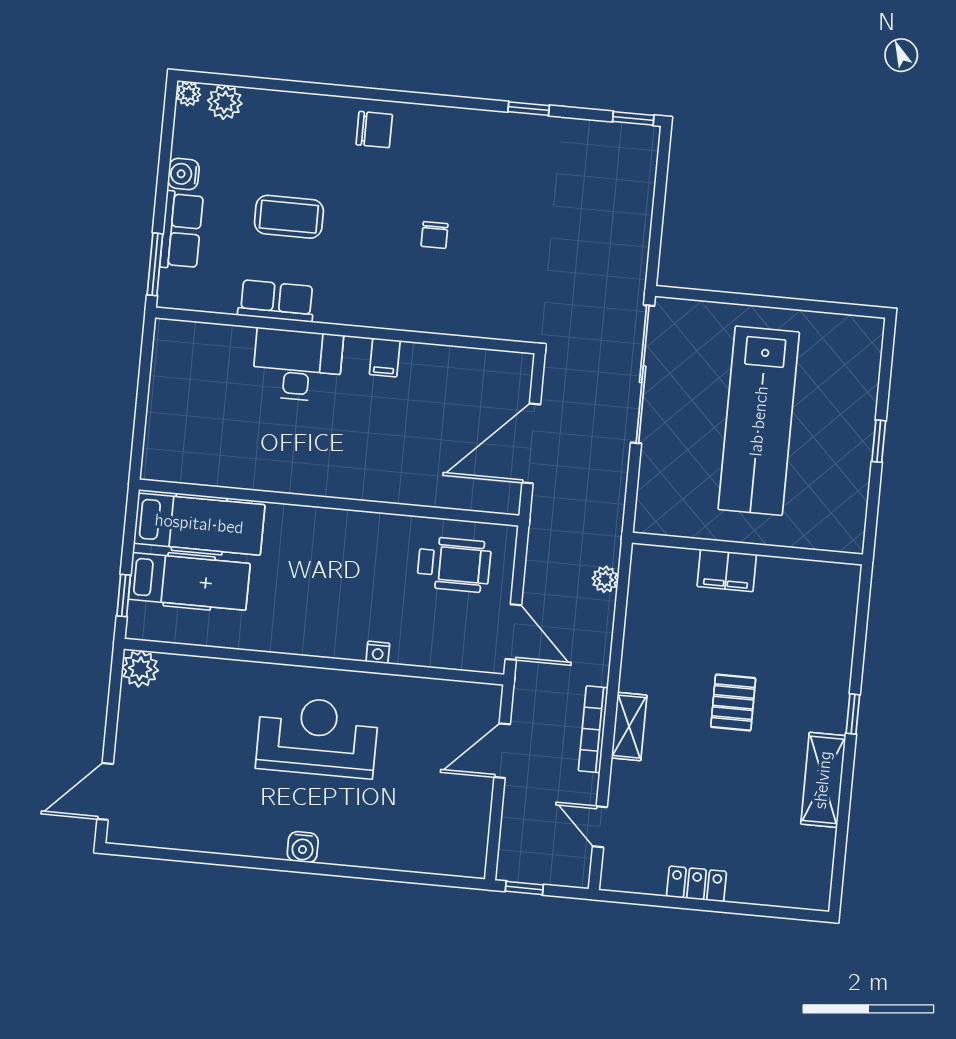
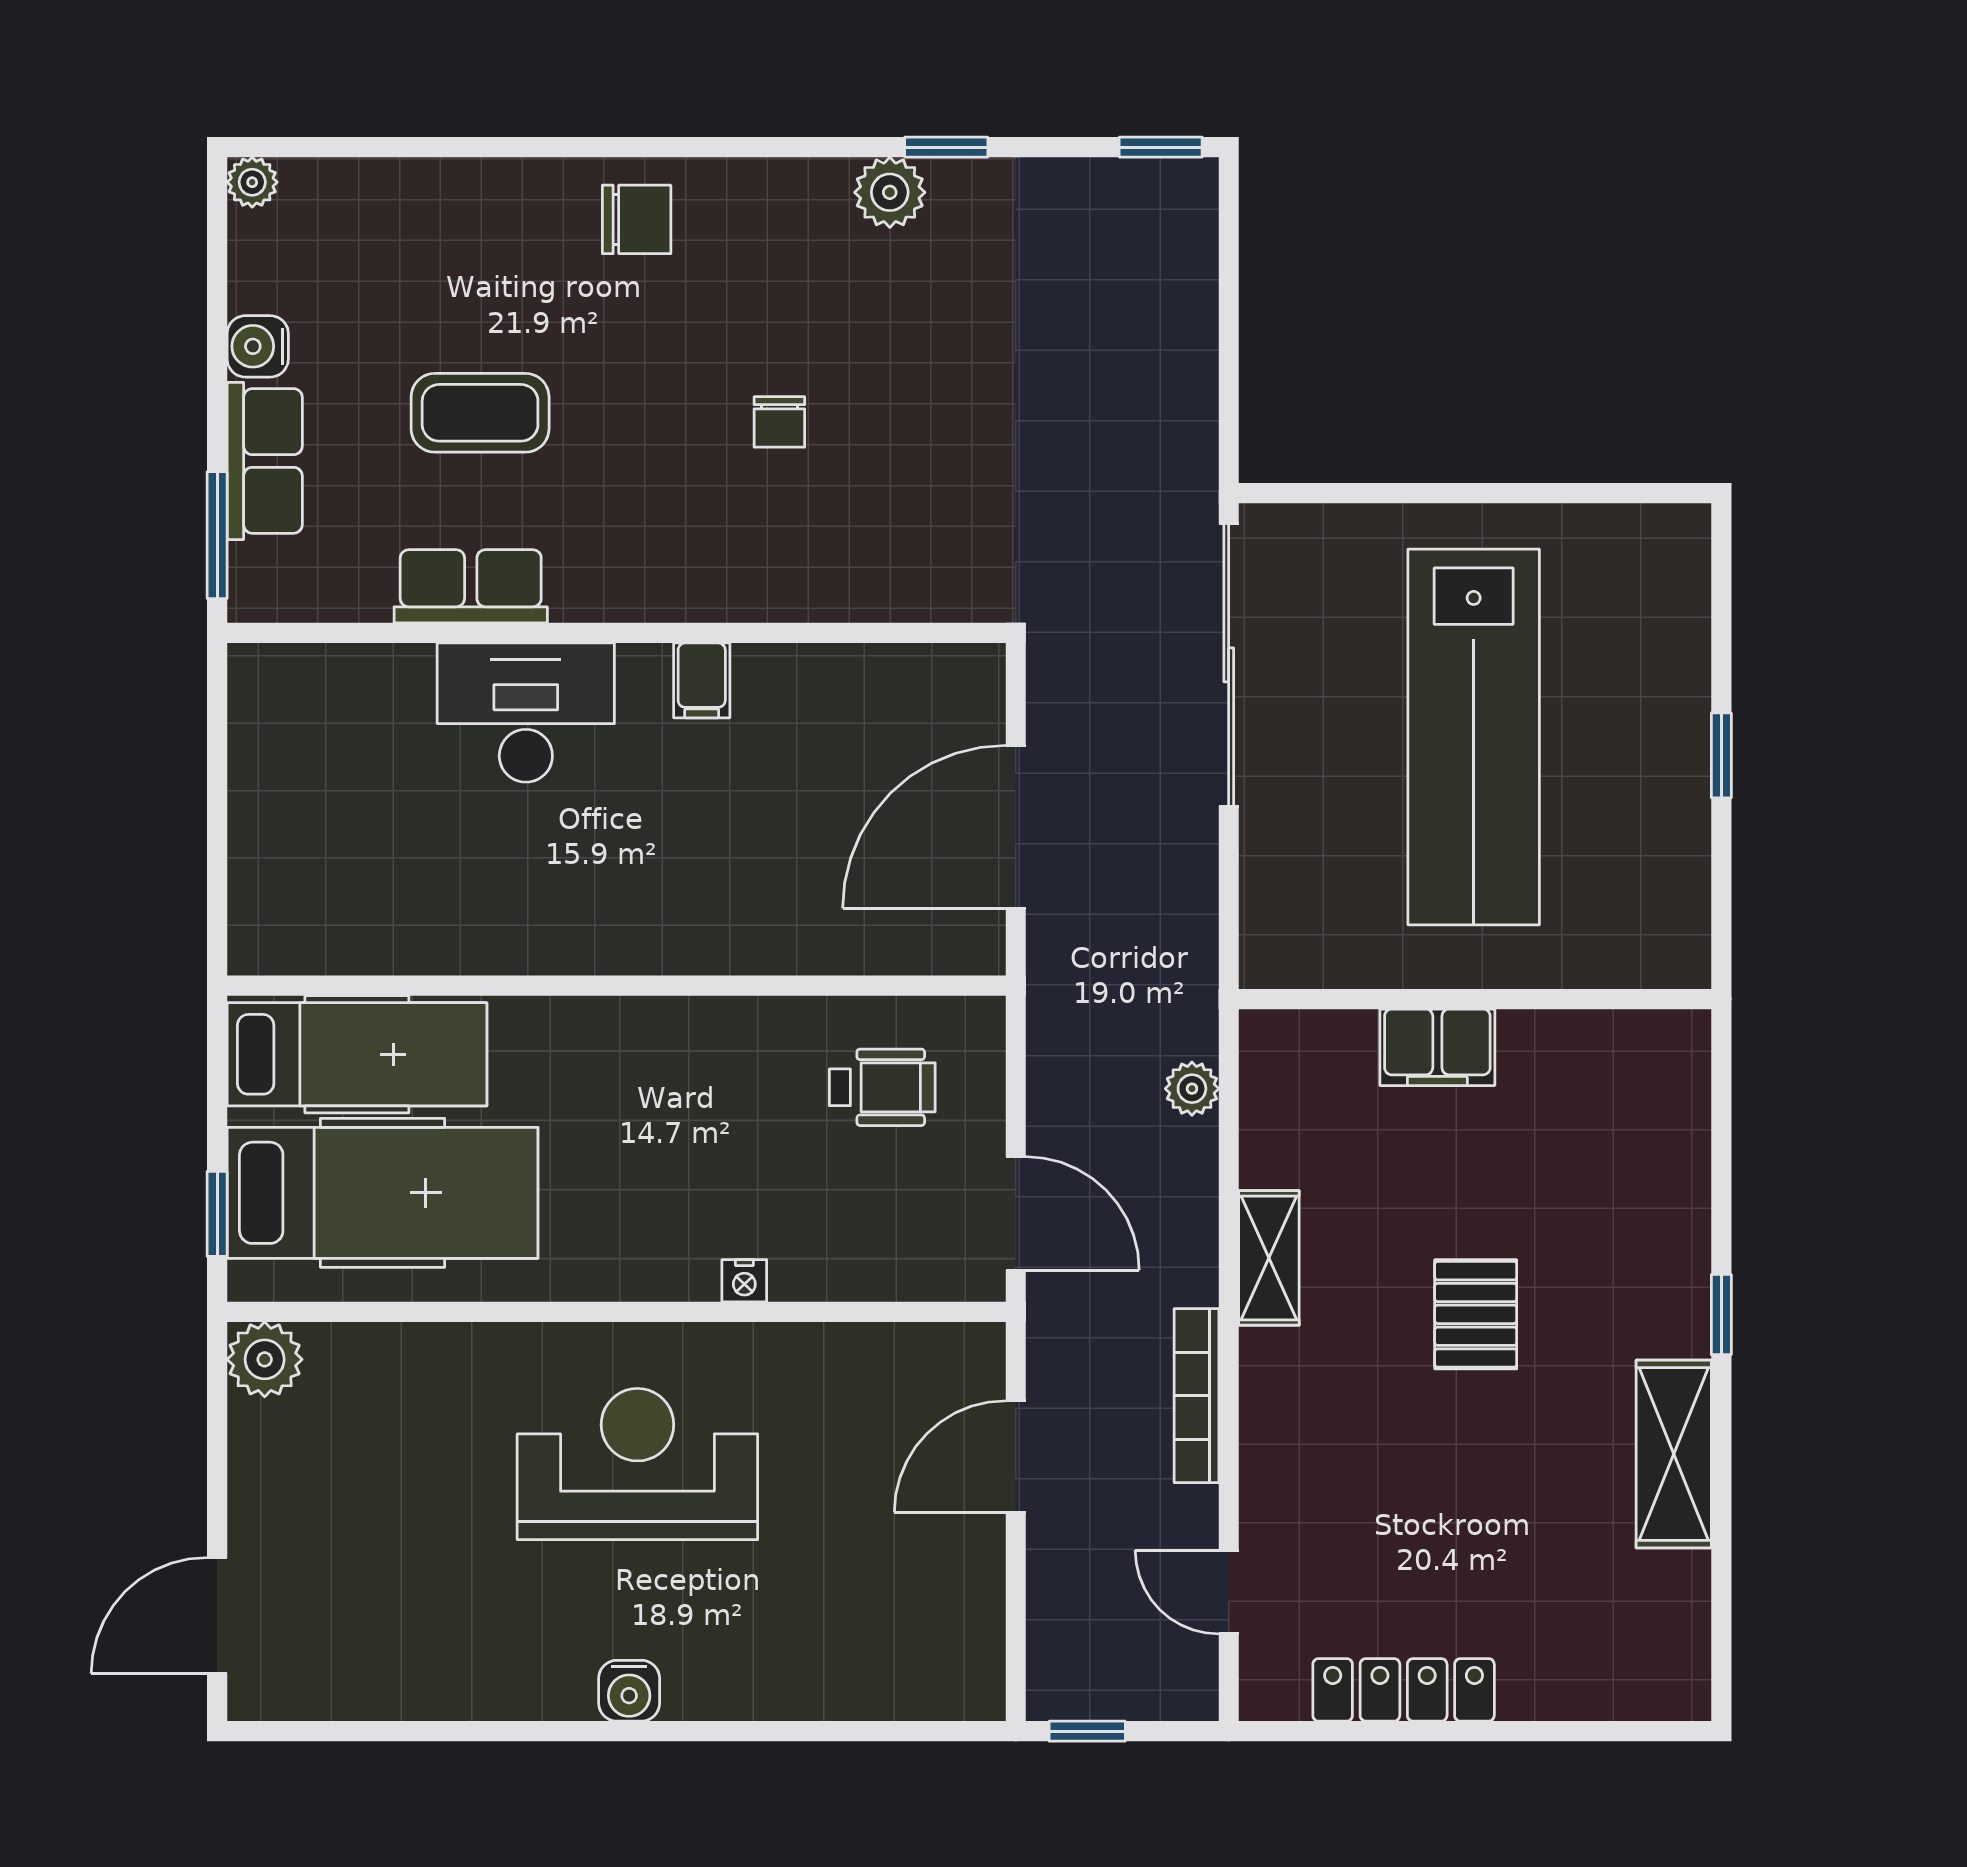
plant: (225, 102) -> (890, 192), moved
wheelchair: (454, 564) -> (882, 1087), width x0.73, depth x0.73
hospital bed: (189, 581) -> (382, 1193), width x1.37, depth x1.29
shelving: (629, 727) -> (1269, 1258), moved
locker: (697, 884) -> (1404, 1690), width x1.53

